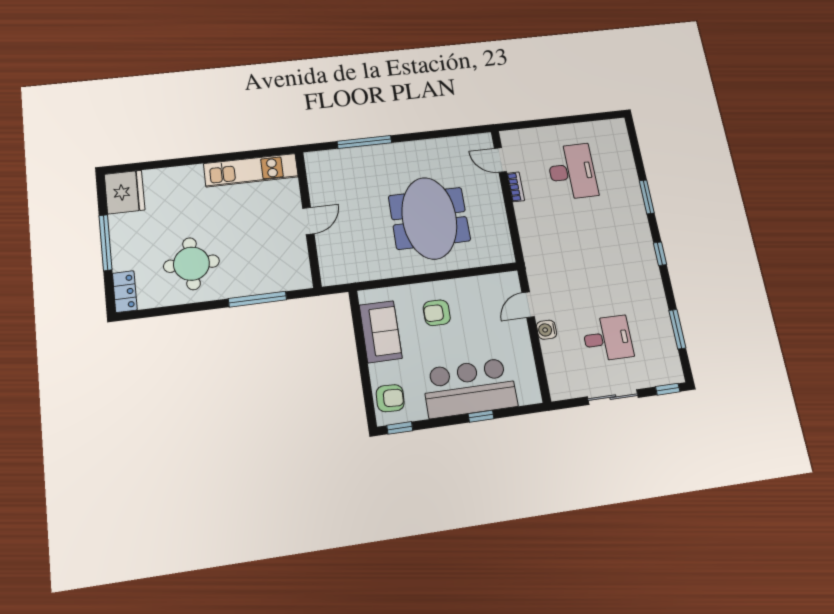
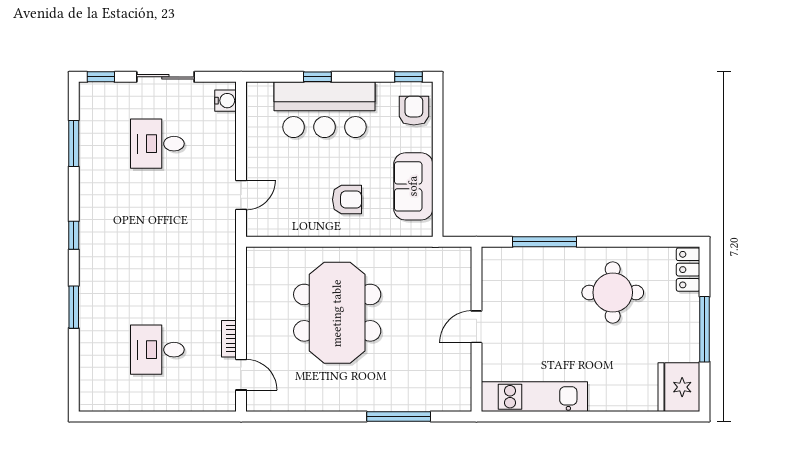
desk: (572, 172) -> (157, 350), width x0.73
water cooler: (547, 330) -> (226, 101), moved
armchair: (390, 398) -> (414, 111), turned 87

